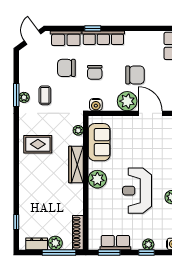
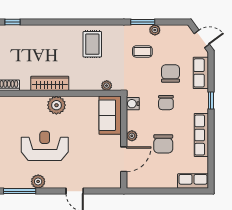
row of seats: (103, 38) -> (201, 135), moved
chair: (95, 72) -> (166, 103), turned -90
plant: (24, 97) -> (155, 30), moved
plant: (127, 101) -> (132, 136), width x0.53, depth x0.53
sofa: (99, 142) -> (110, 115), moved, turned 90
wardrobe: (76, 165) -> (50, 83), moved

